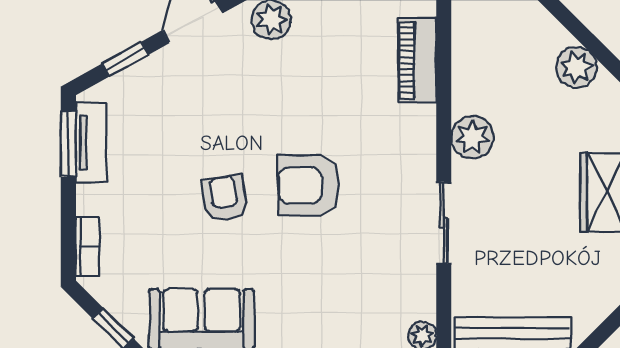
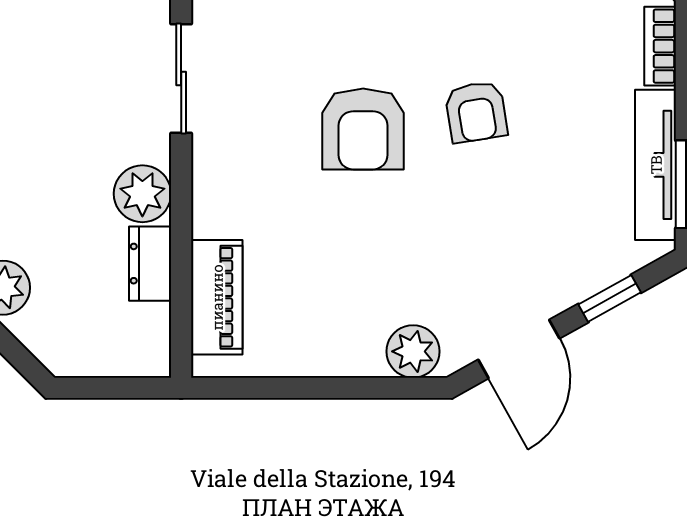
dresser: (467, 85) -> (150, 264), added
tv unit: (91, 142) -> (656, 165), width x1.41
armchair: (308, 185) -> (363, 129), turned 90

